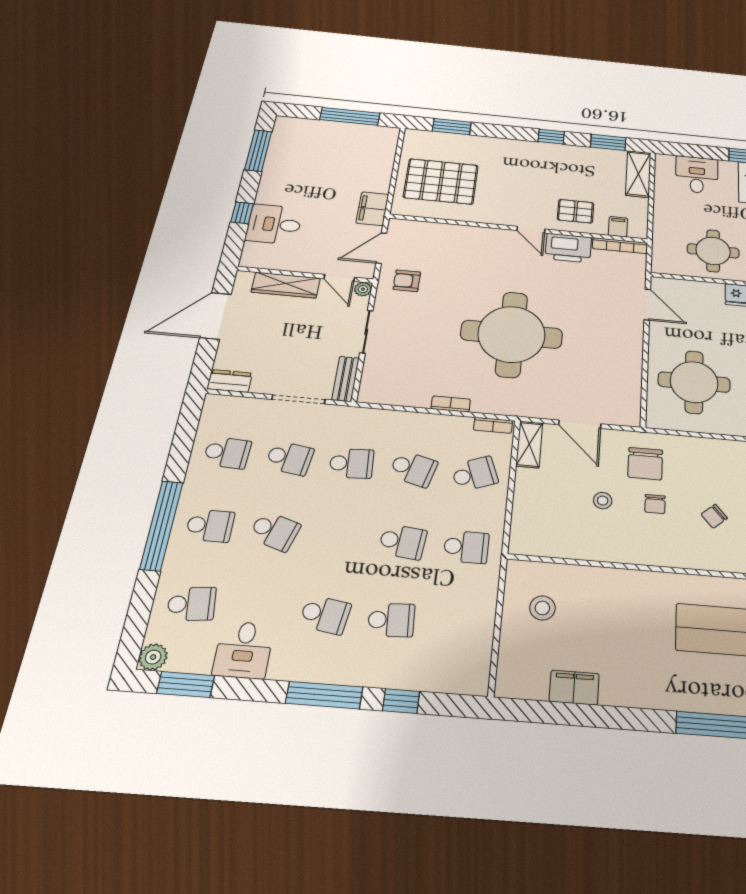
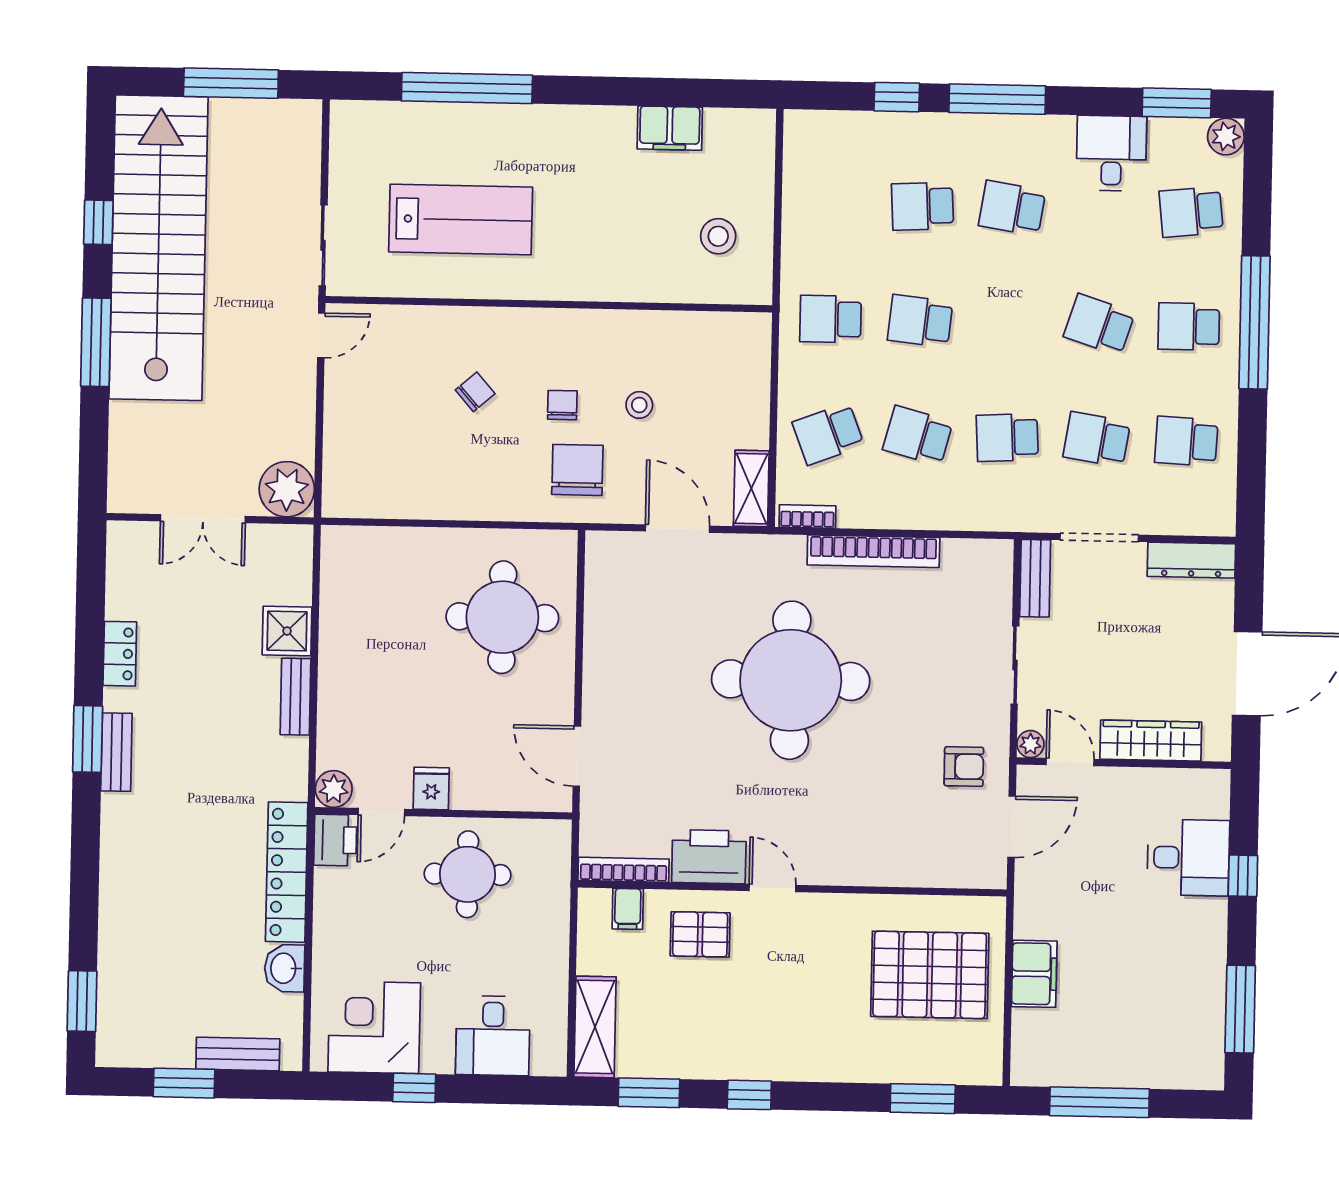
filing cabinet: (372, 209) -> (1034, 974), moved
dresser: (230, 381) -> (1191, 560), width x1.44
bookcase: (451, 404) -> (873, 551), width x2.31, depth x1.31

